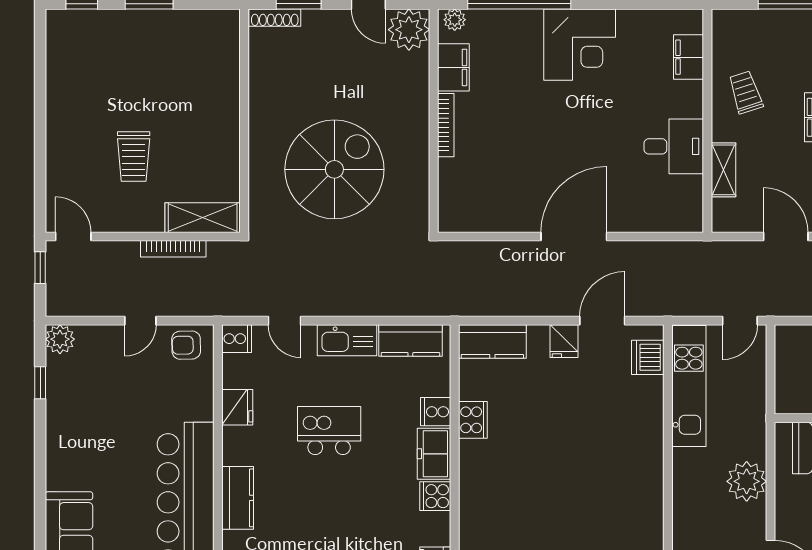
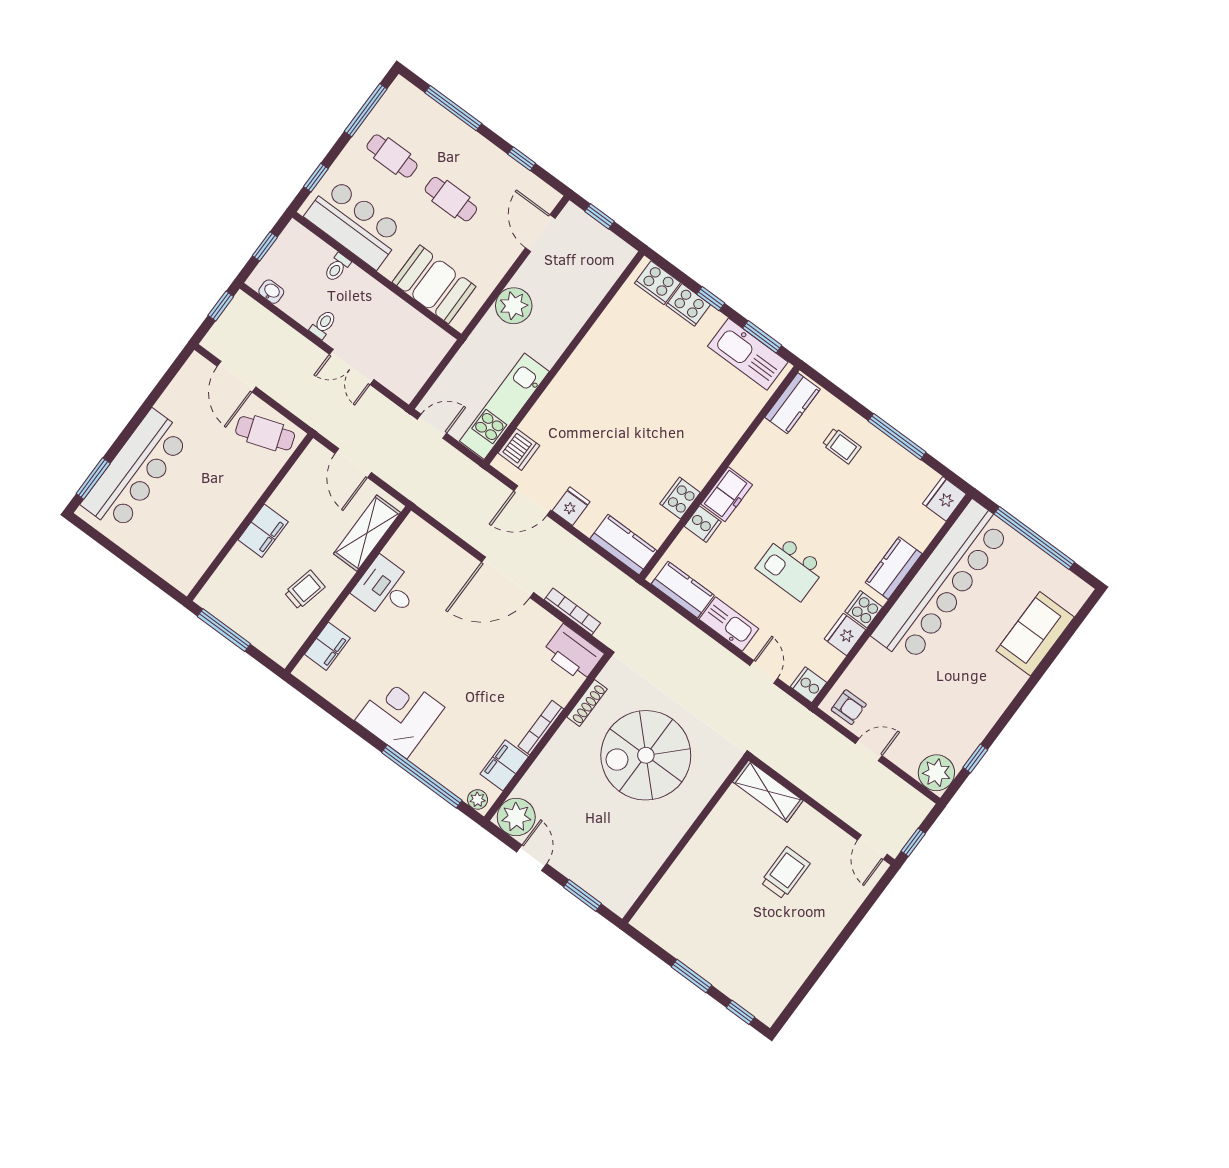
shoe rack: (275, 18) -> (587, 703), moved, turned 90
trolley: (746, 92) -> (305, 590), turned -149
shelving: (723, 170) -> (367, 533), width x1.50, depth x1.33
printer: (466, 212) -> (573, 653), added
bookcase: (173, 249) -> (572, 611), moved
plant: (60, 339) -> (936, 773), width x1.36, depth x1.36
cooker: (435, 496) -> (864, 609), moved, turned 180

